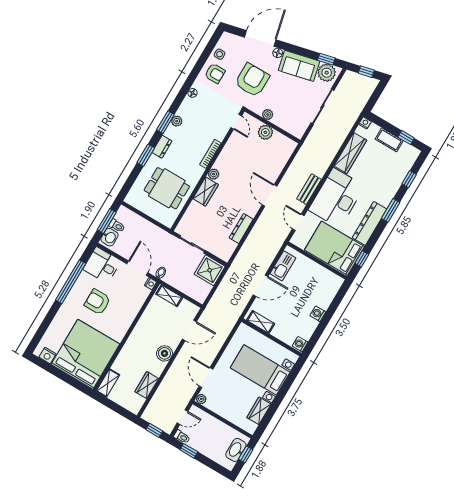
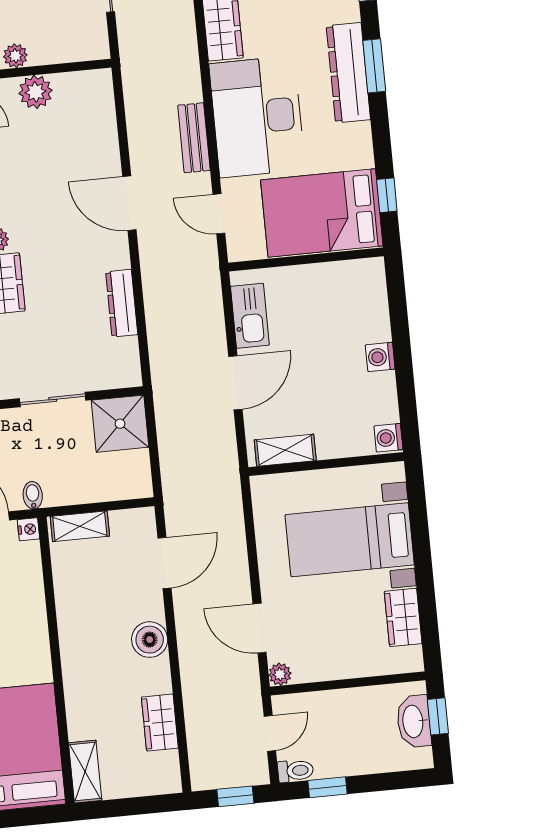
dresser: (370, 223) -> (348, 73), moved

